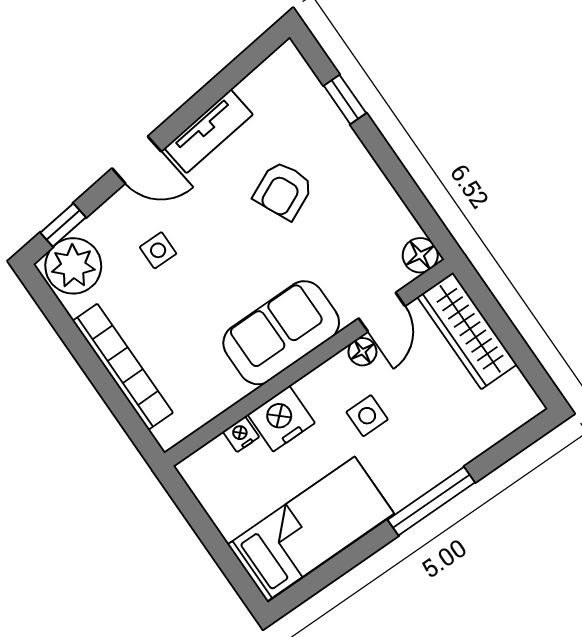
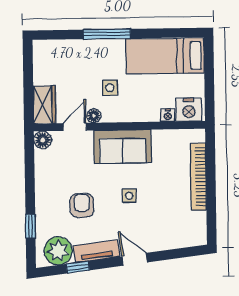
armchair: (283, 190) -> (82, 205), turned -65
window: (63, 225) -> (78, 267), moved
side table: (158, 250) -> (129, 196), moved
plant: (73, 266) -> (58, 251), moved
wardrobe: (467, 331) -> (44, 105), width x0.67
nightstand: (281, 419) -> (189, 110), moved

